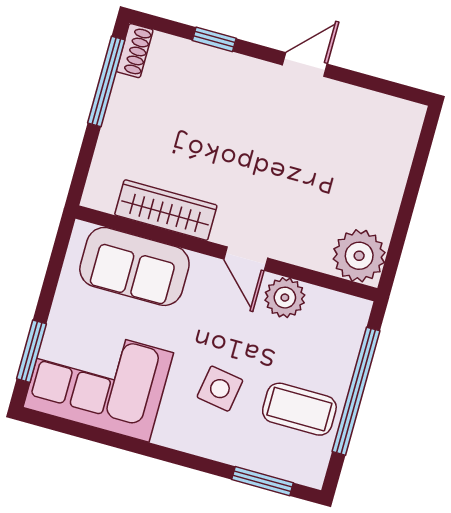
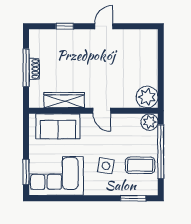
shoe rack: (135, 51) -> (34, 69), moved
window: (106, 81) -> (26, 68), moved
plant: (285, 298) -> (150, 122), moved

